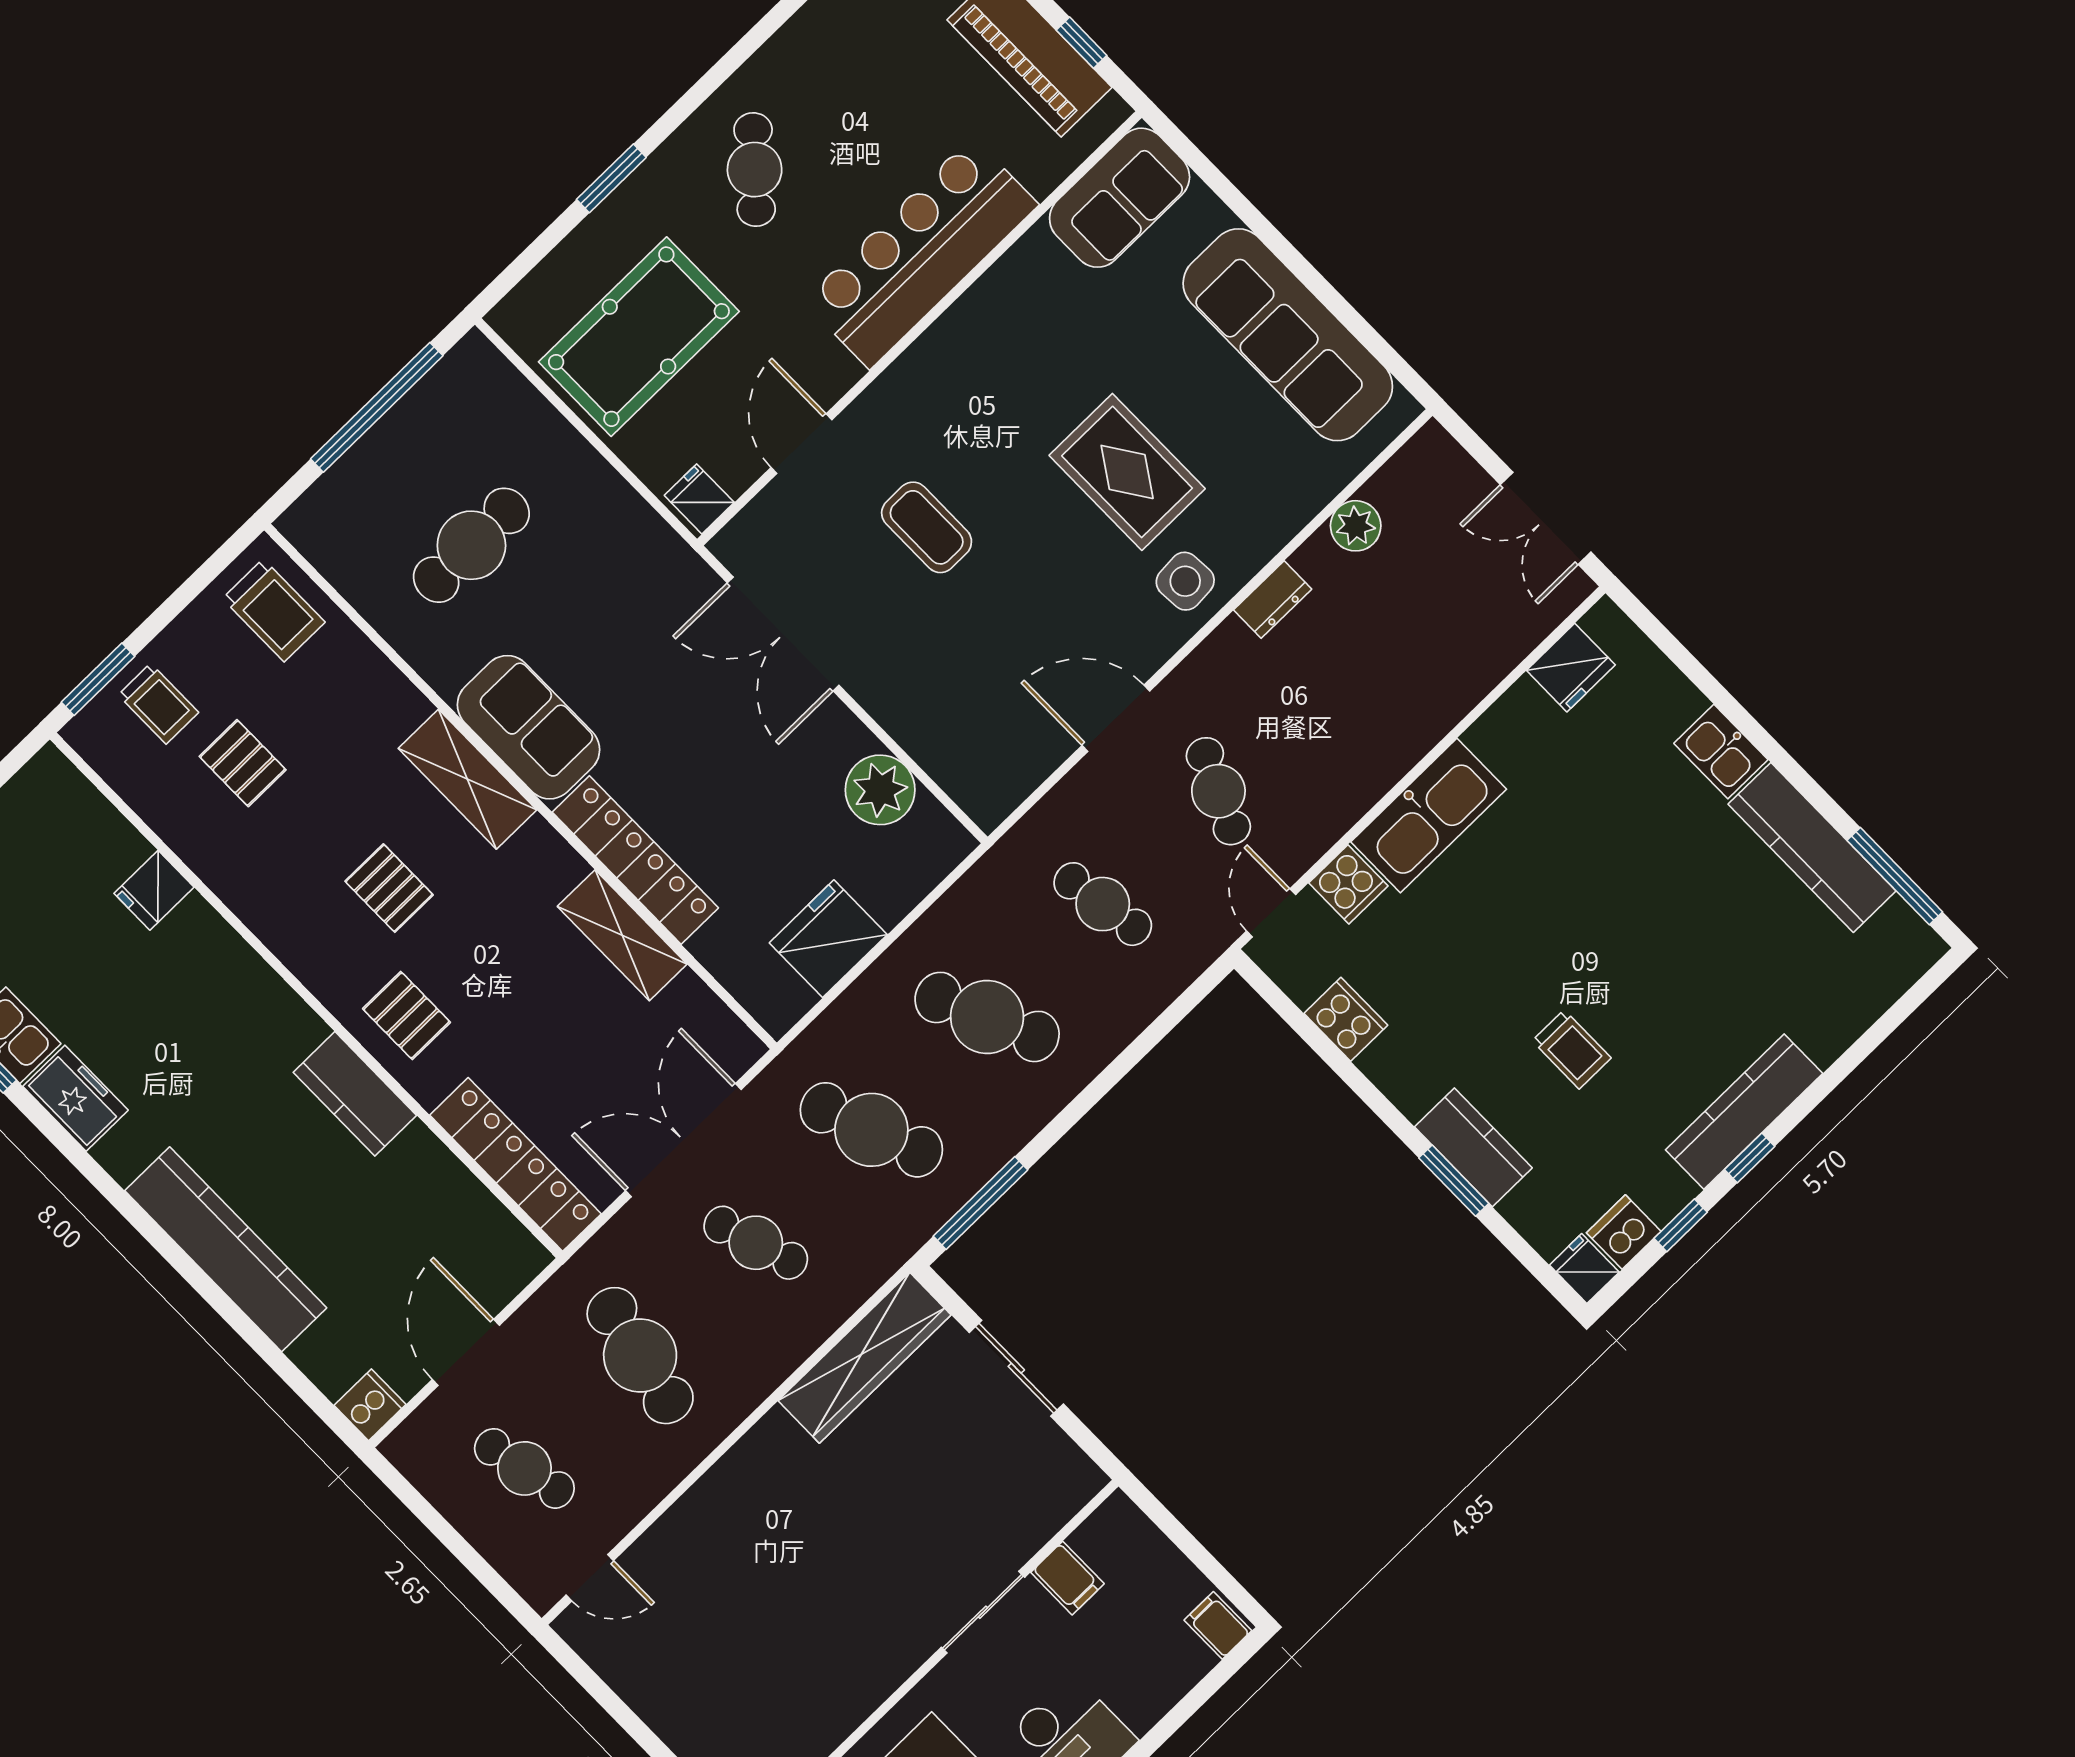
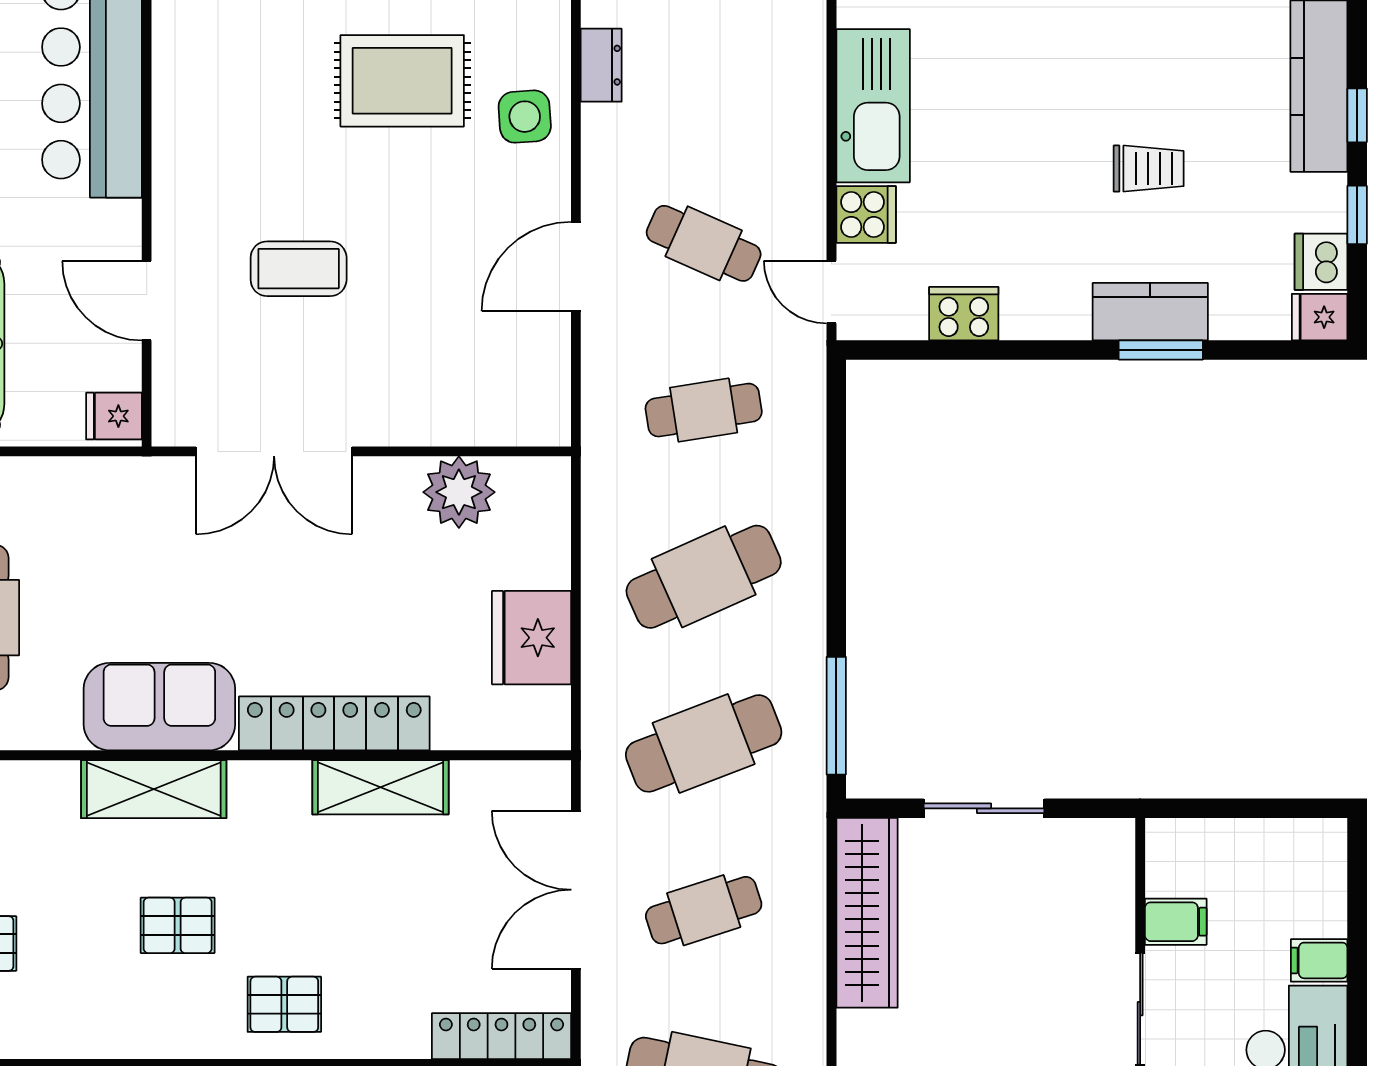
locker: (515, 1164) -> (501, 1036), width x0.71, depth x0.83
filing cabinet: (1218, 1625) -> (1319, 960), moved

